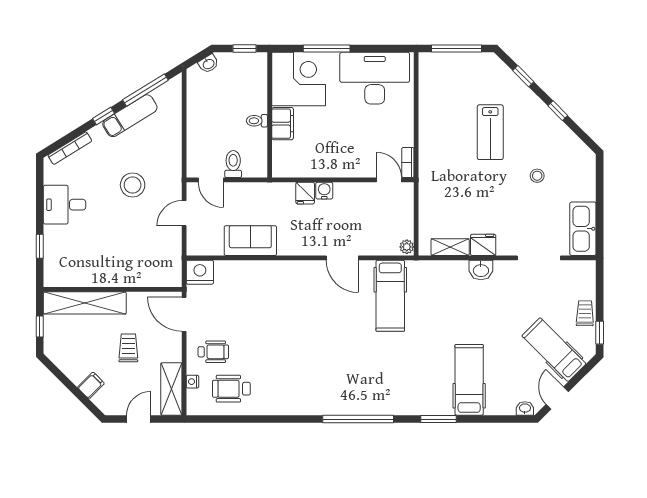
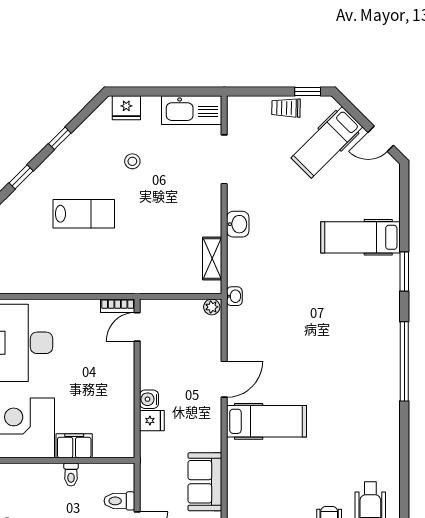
fridge: (483, 245) -> (126, 108), moved, turned -90
hospital bed: (390, 296) -> (267, 421), moved
washbasin: (525, 408) -> (234, 296), moved, turned 180

